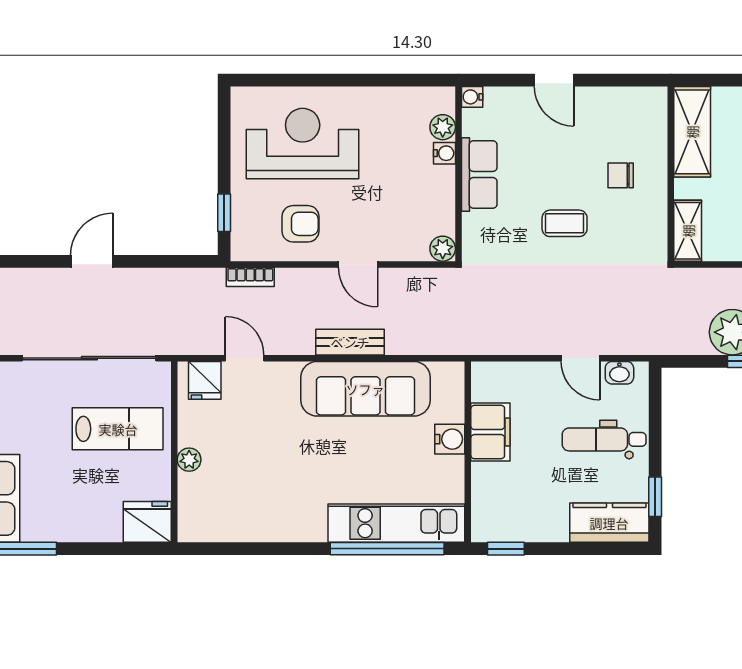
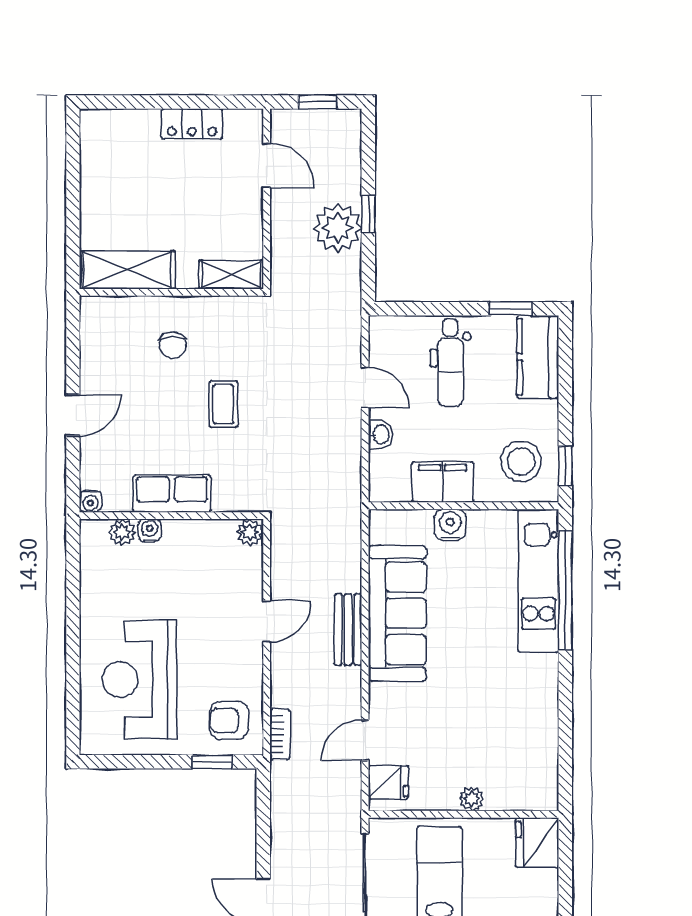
armchair: (300, 224) -> (229, 720), moved, turned -90
door: (580, 358) -> (365, 388), hinge flipped
washbasin: (619, 373) -> (380, 435), moved
stool: (510, 507) -> (521, 461), added

